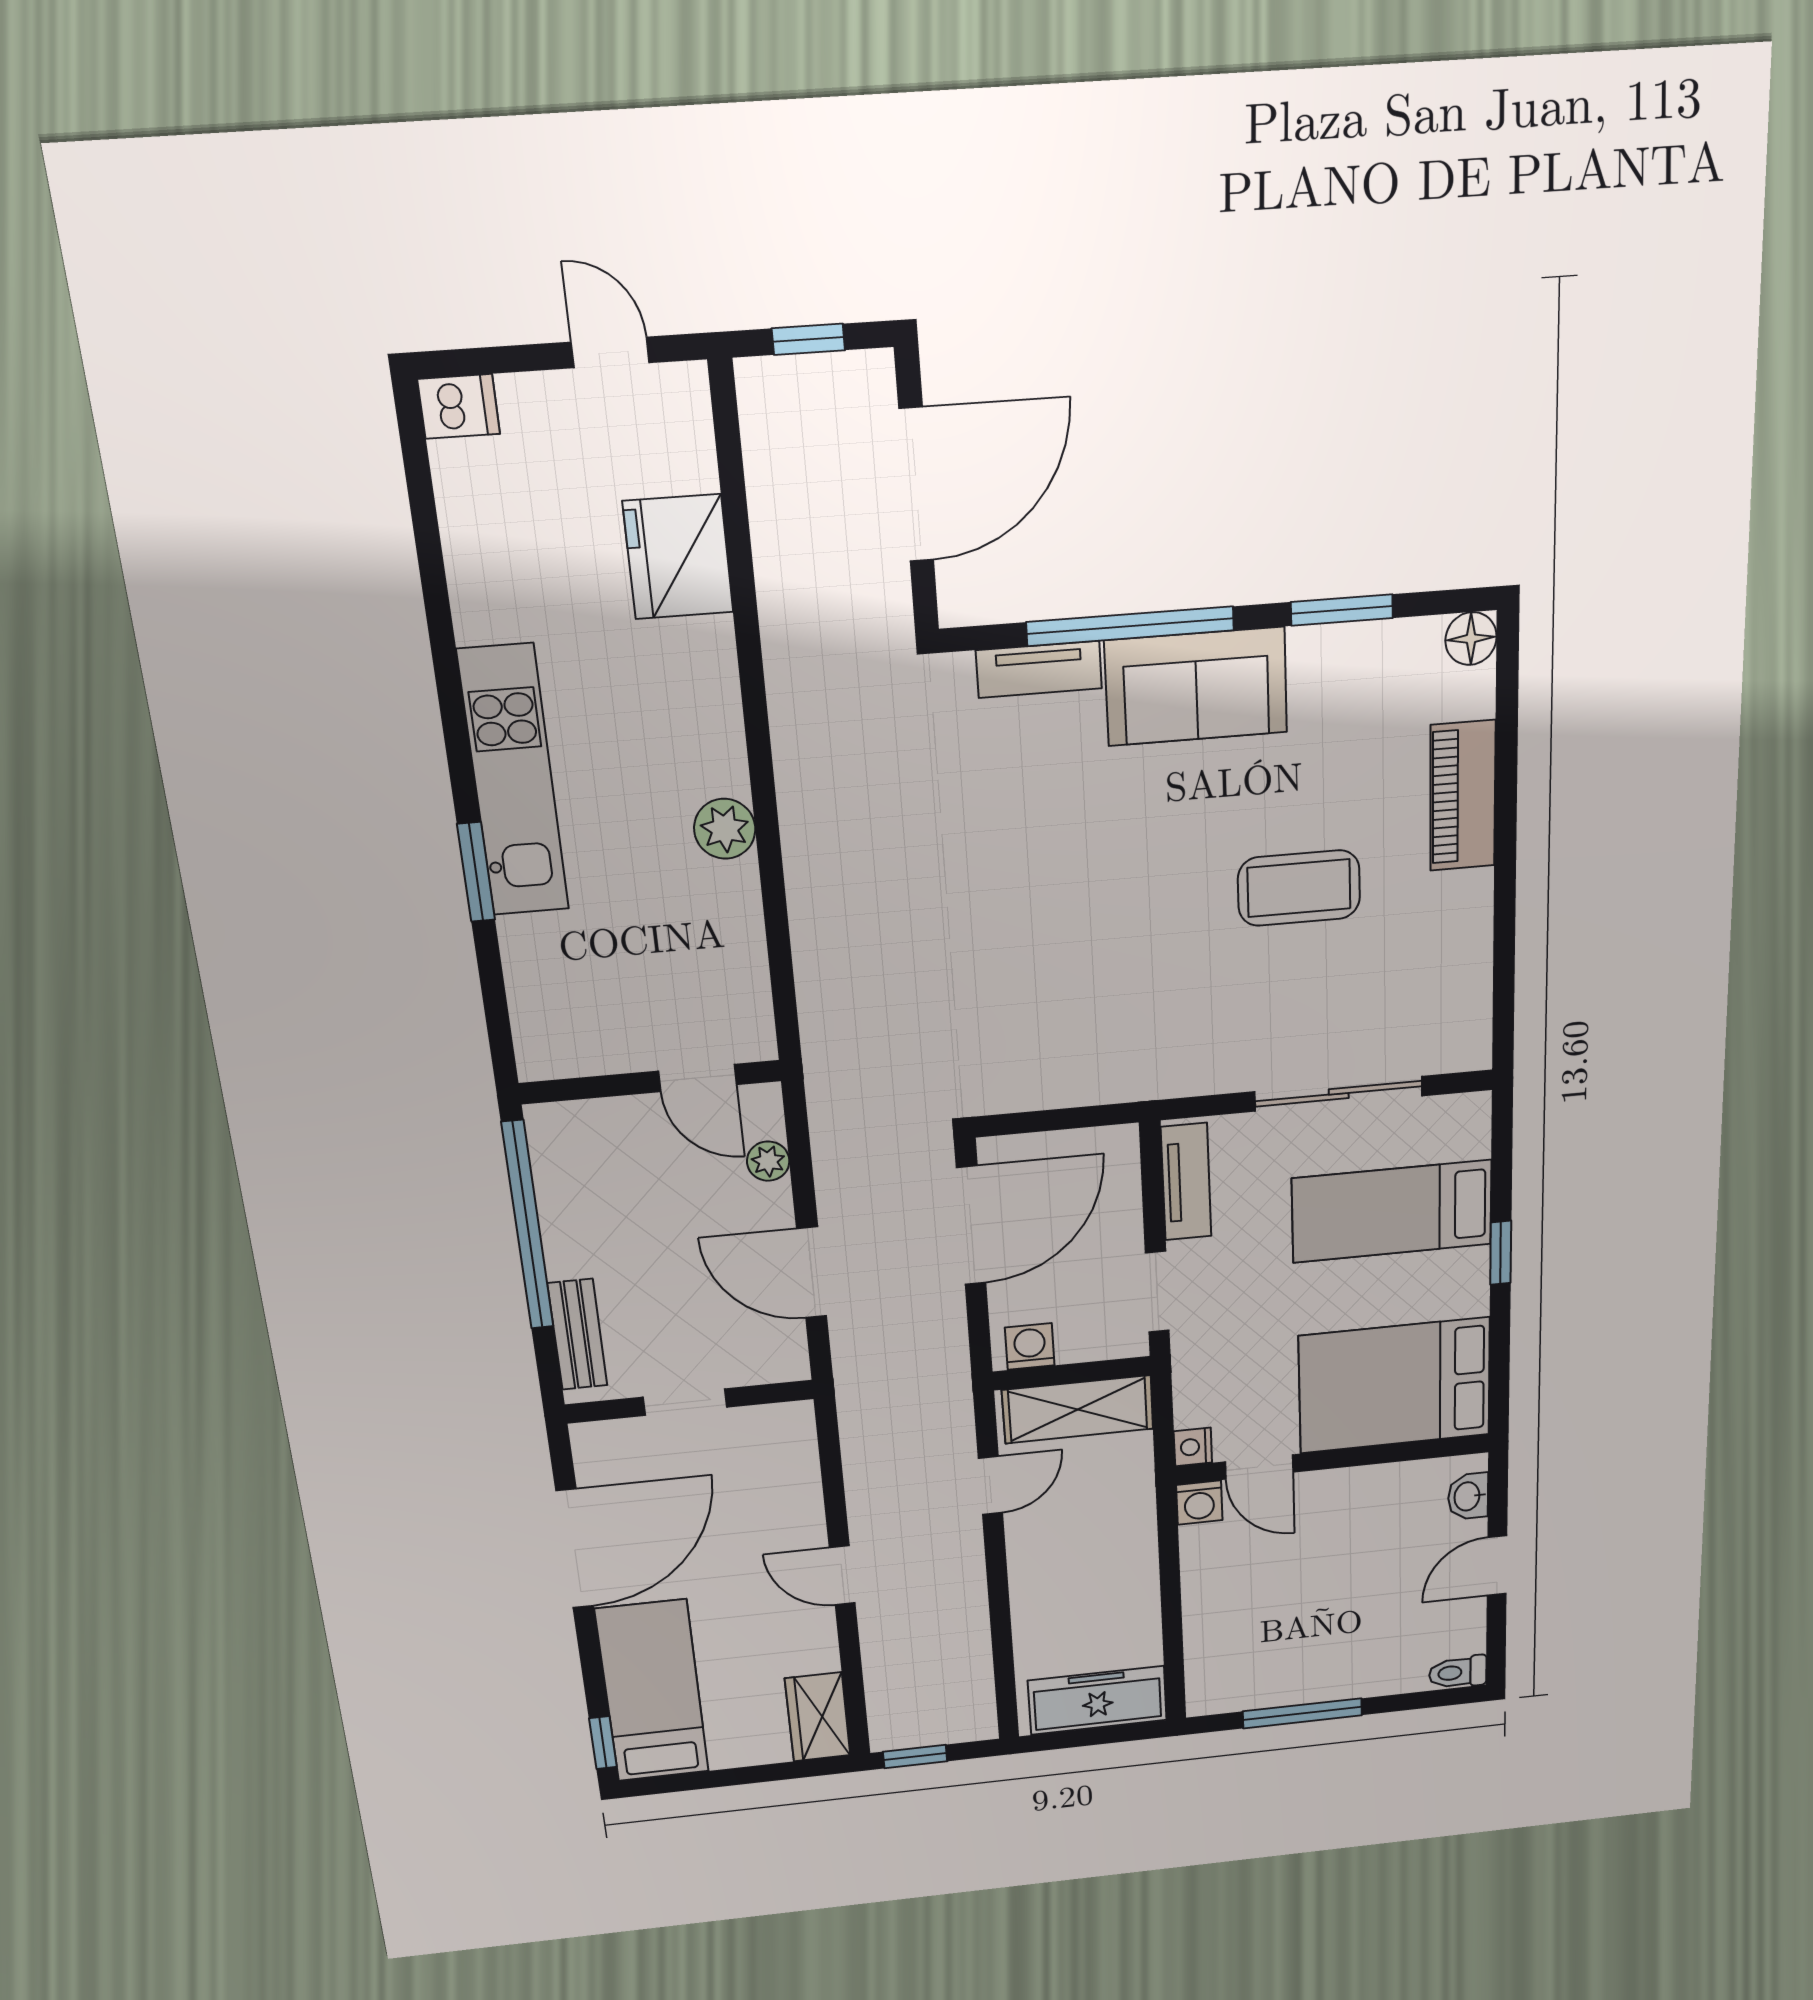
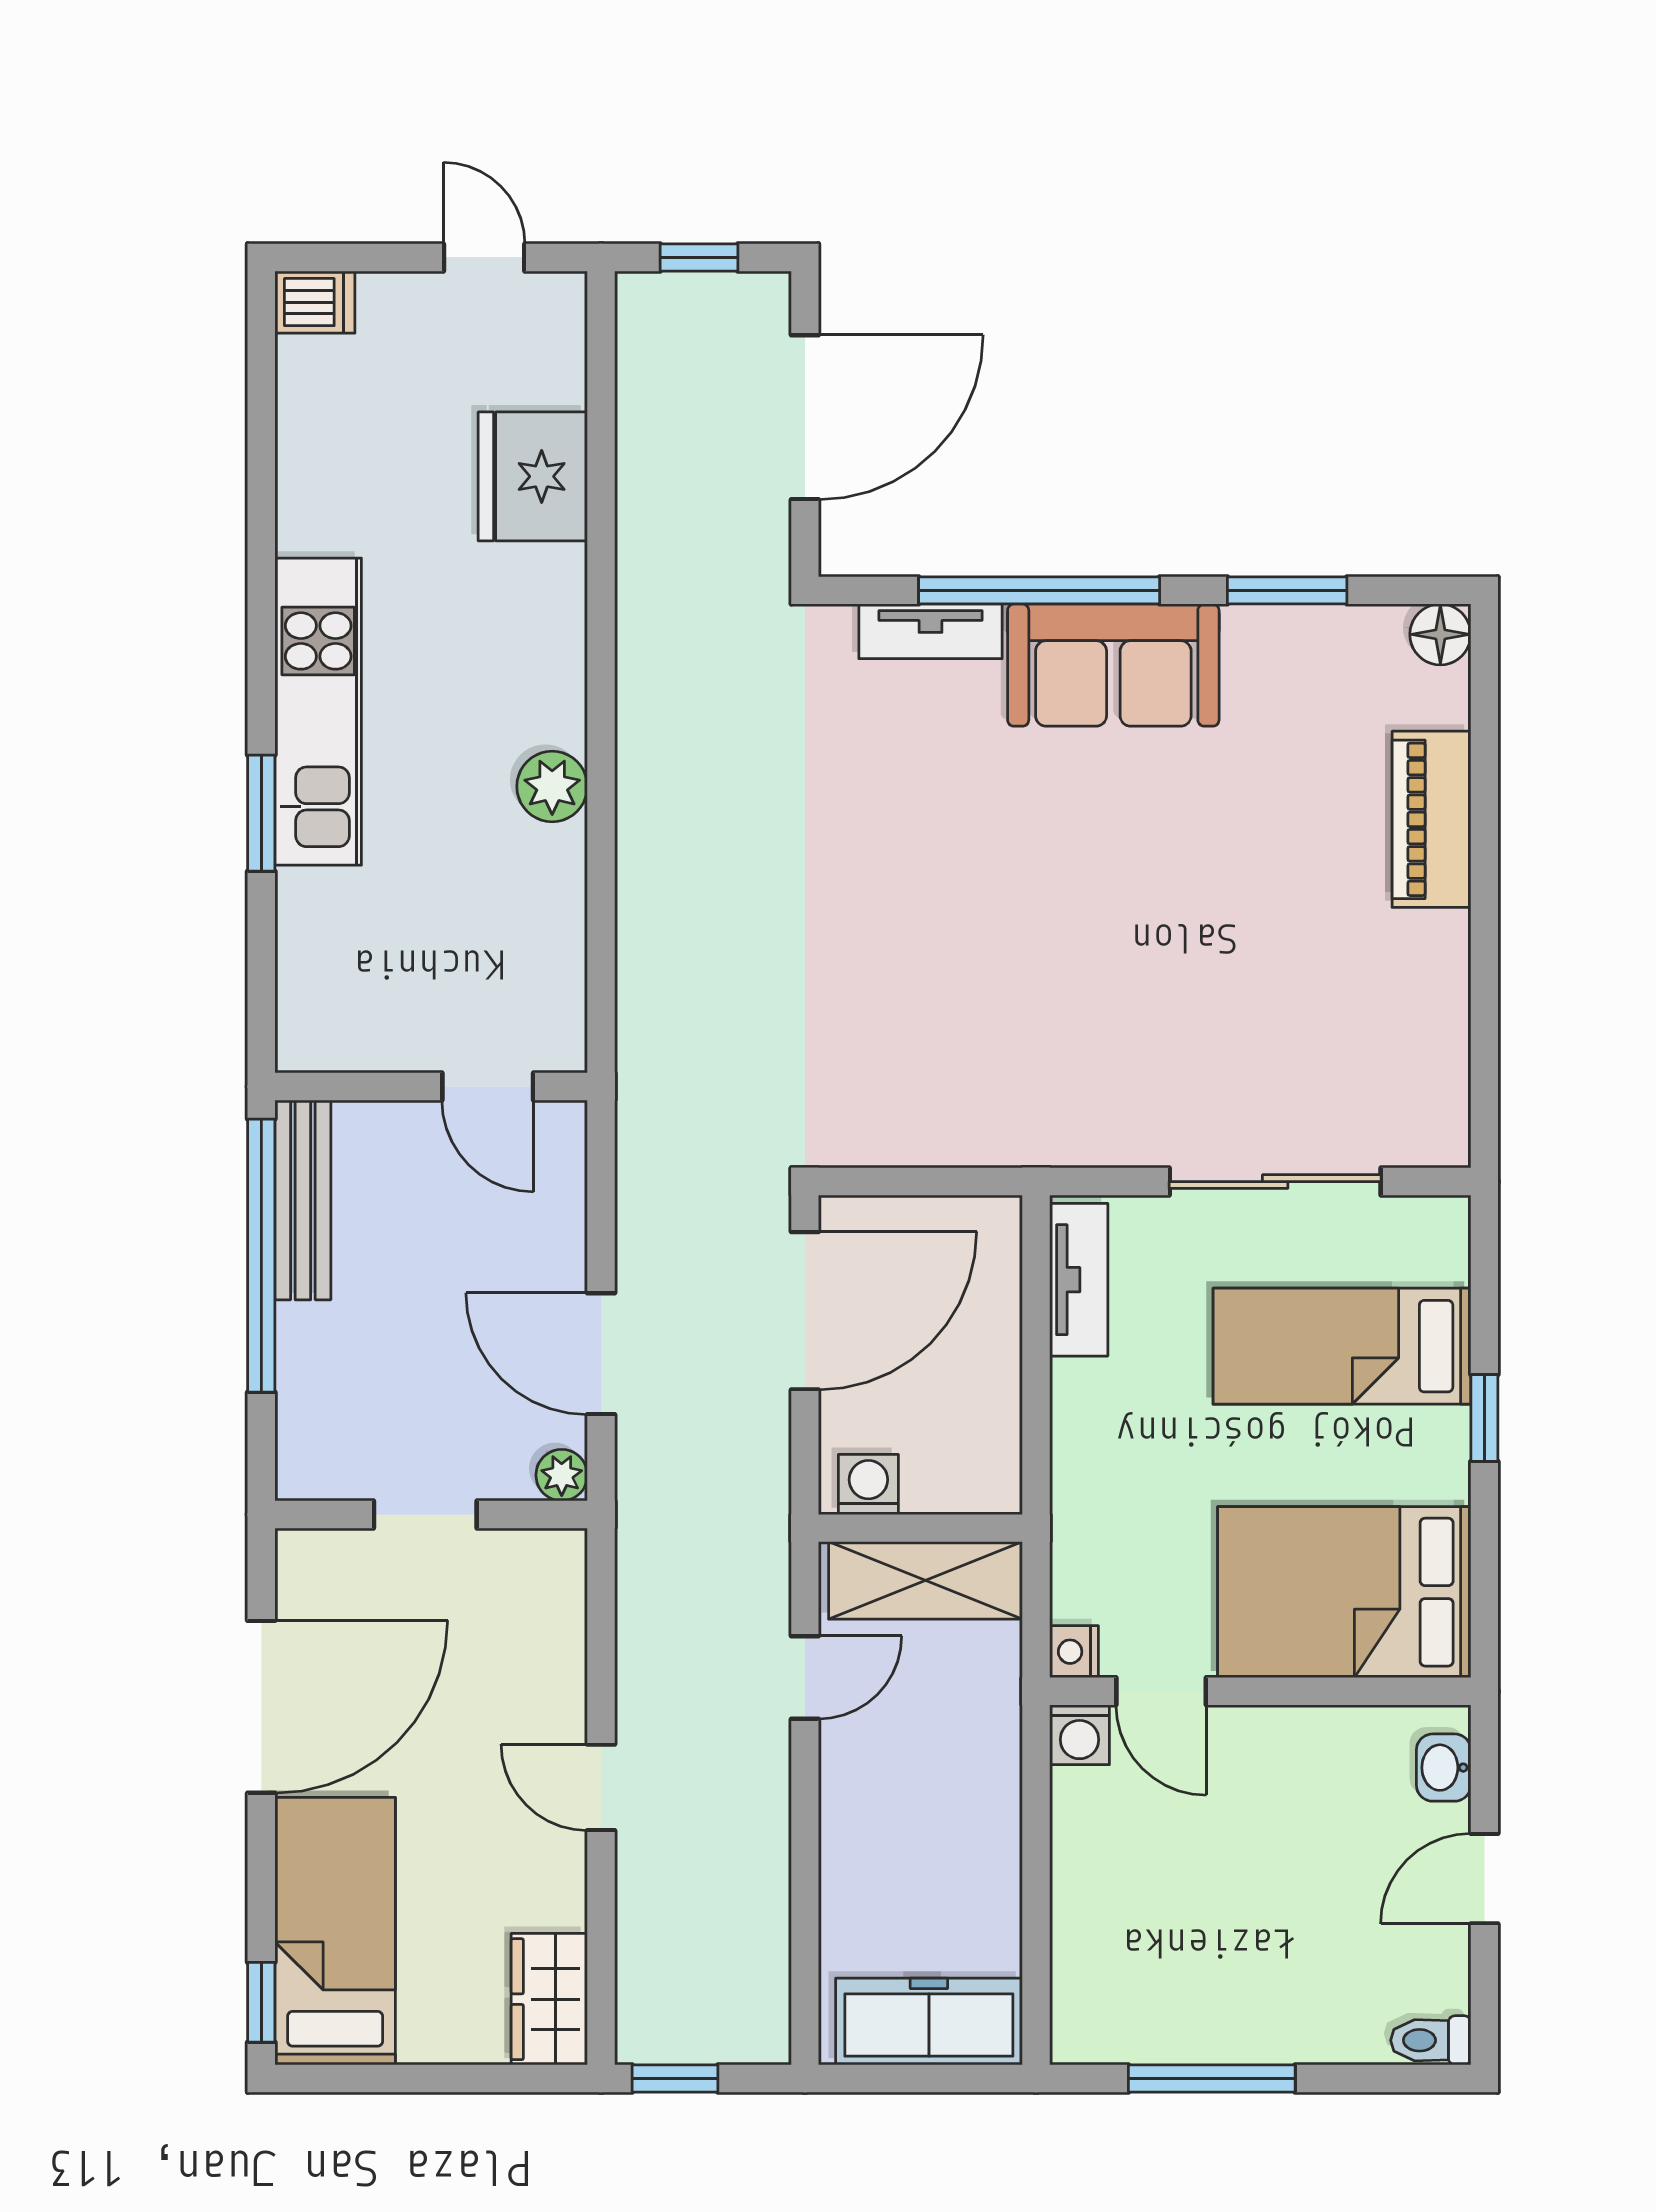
coffee table: (1299, 888) -> (1230, 915), removed
plant: (768, 1161) -> (562, 1475), moved
doorway: (1157, 1292) -> (1036, 1426), removed
bench: (577, 1334) -> (303, 1200), moved, width x1.36

